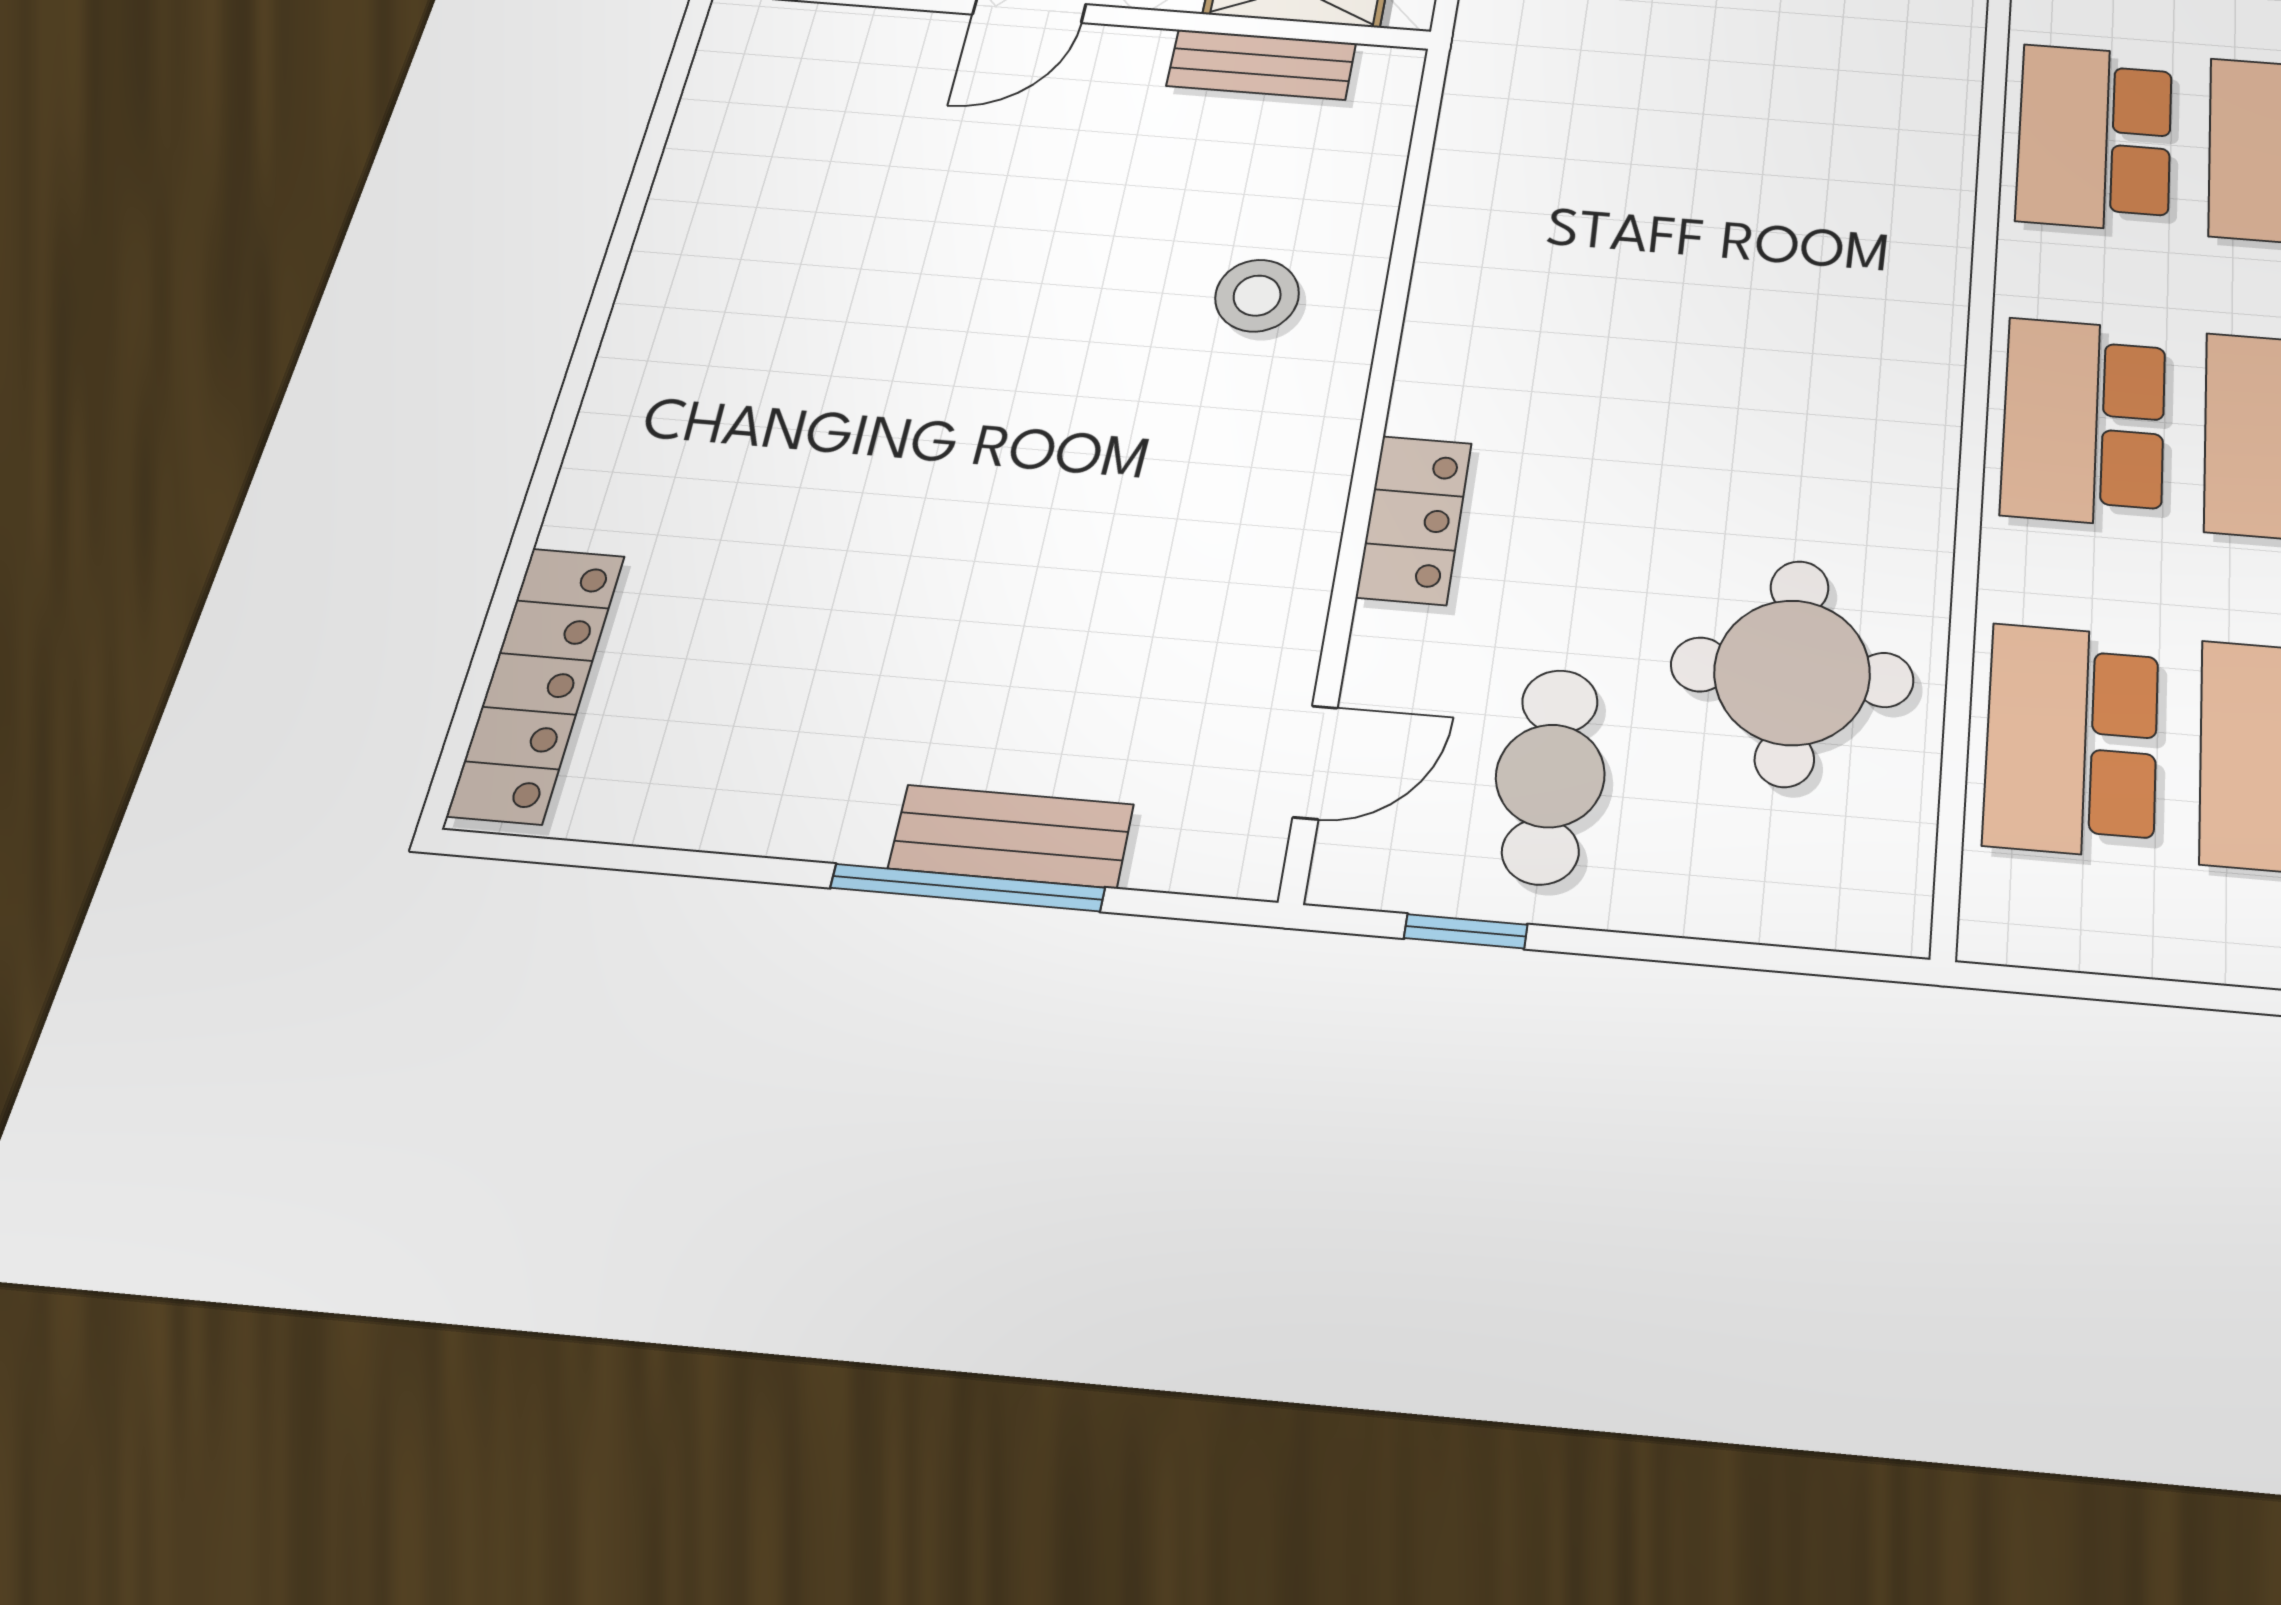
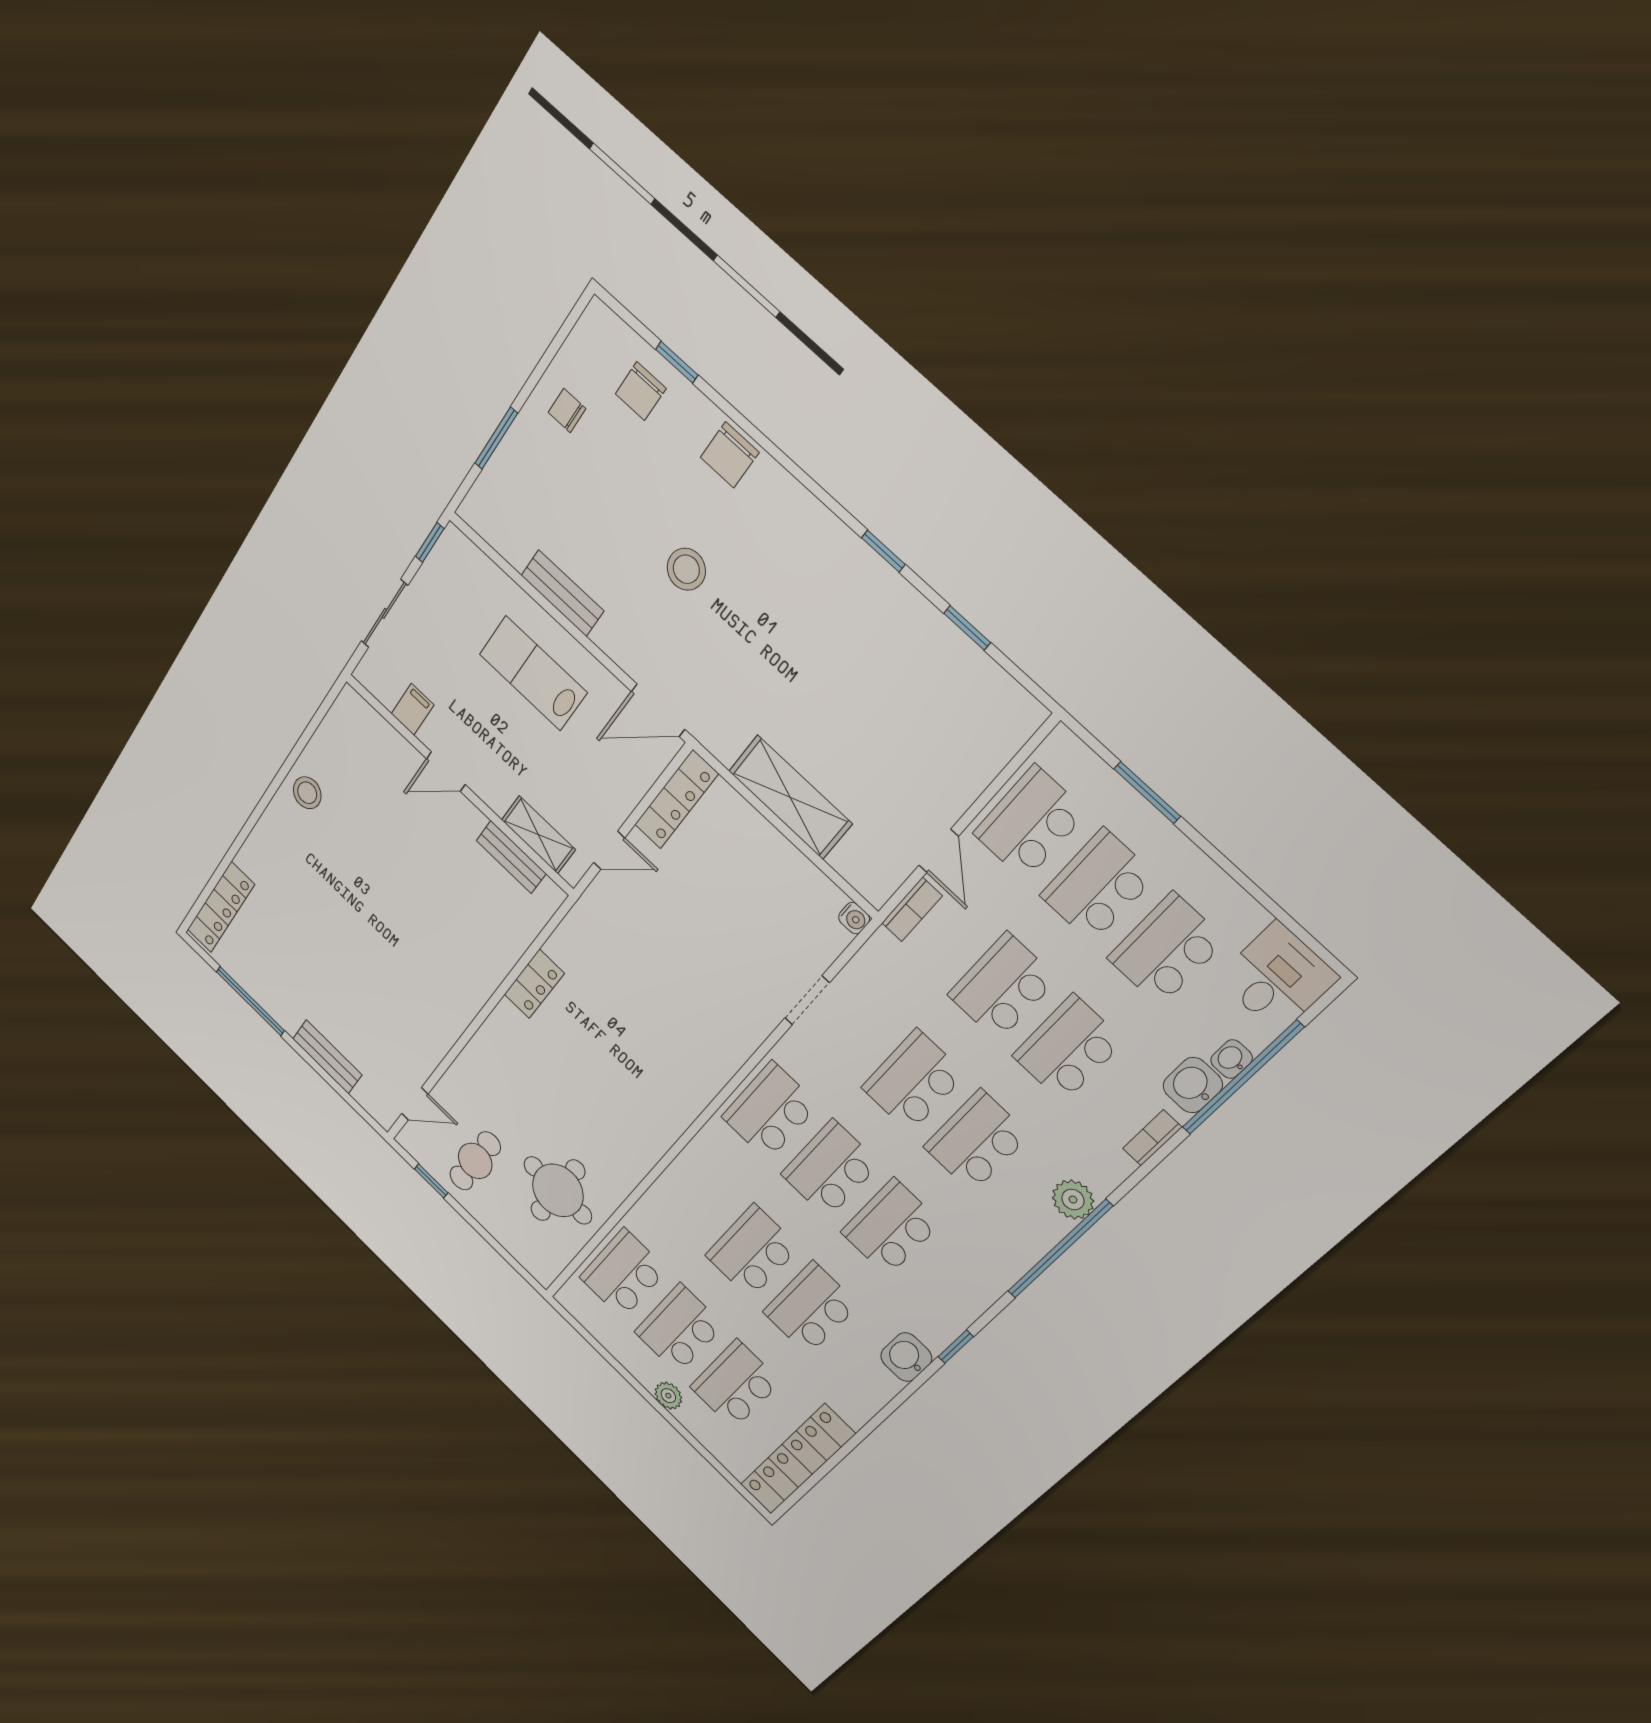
stool: (1257, 296) -> (307, 793), moved
school desk: (2084, 421) -> (694, 1195), removed
locker: (1414, 520) -> (534, 984), moved
window: (968, 888) -> (250, 1001), moved

